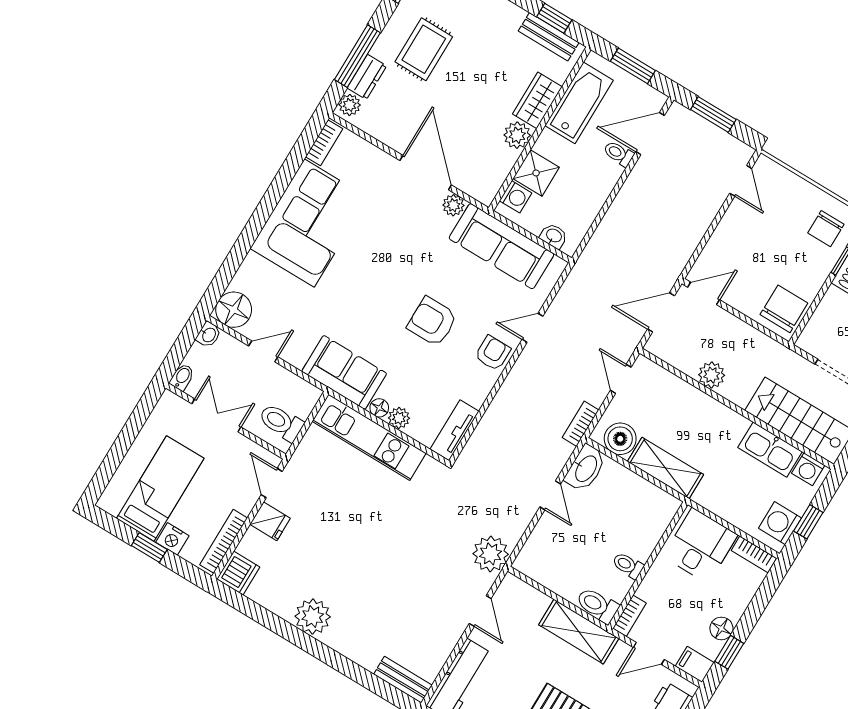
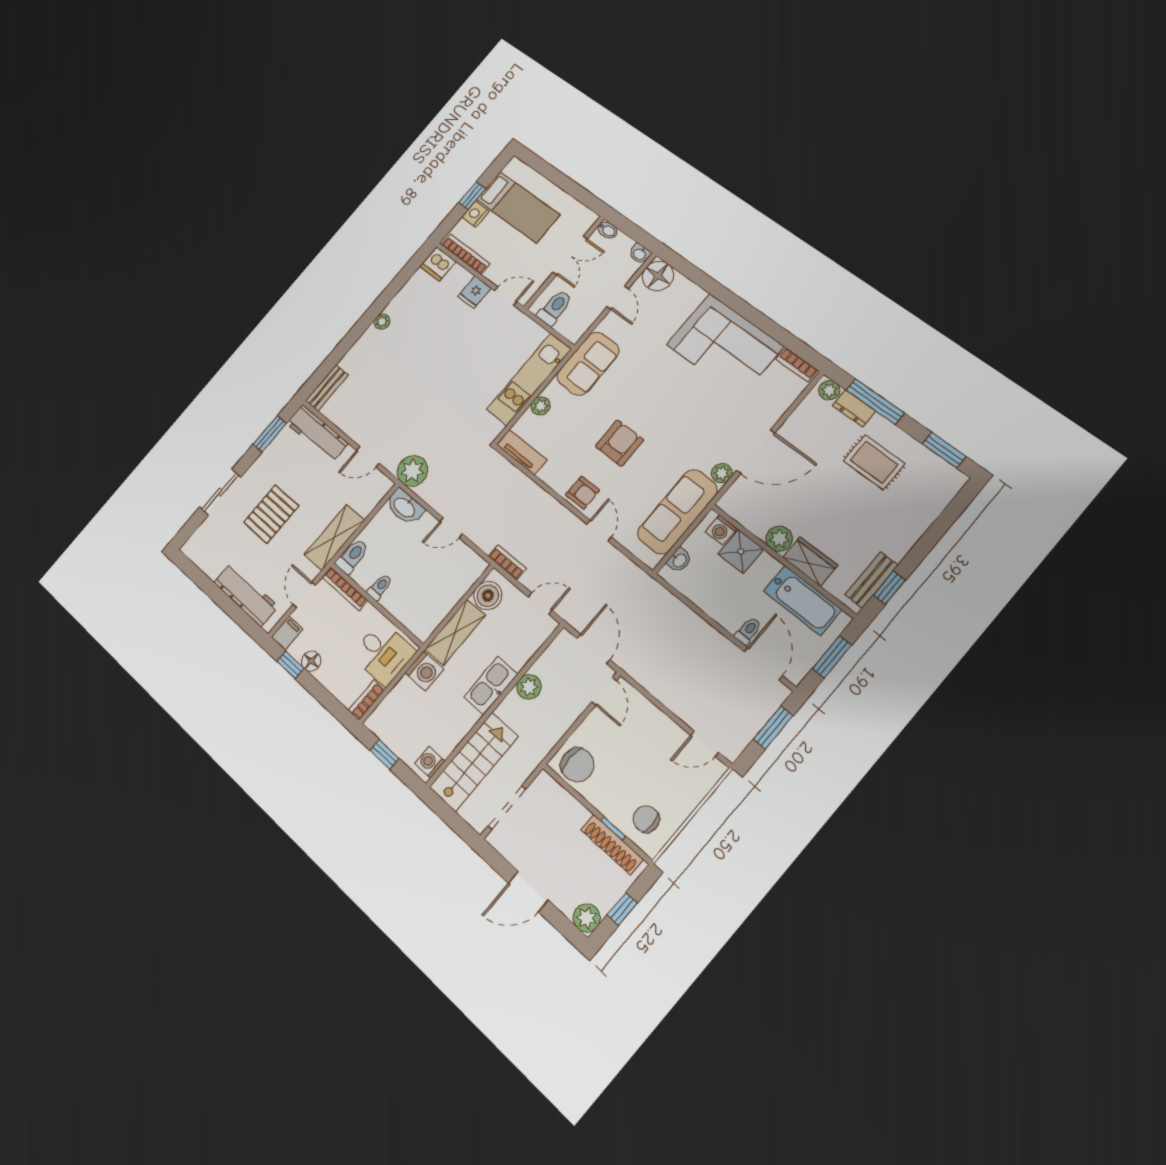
floor lamp: (379, 408) -> (552, 390), removed
kitchen sink: (770, 450) -> (491, 685), moved
washbasin: (585, 468) -> (405, 507), moved
washing machine: (780, 523) -> (424, 671), moved, turned 90
bookcase: (629, 616) -> (345, 589), width x1.56
plant: (313, 617) -> (382, 322), width x0.53, depth x0.53

